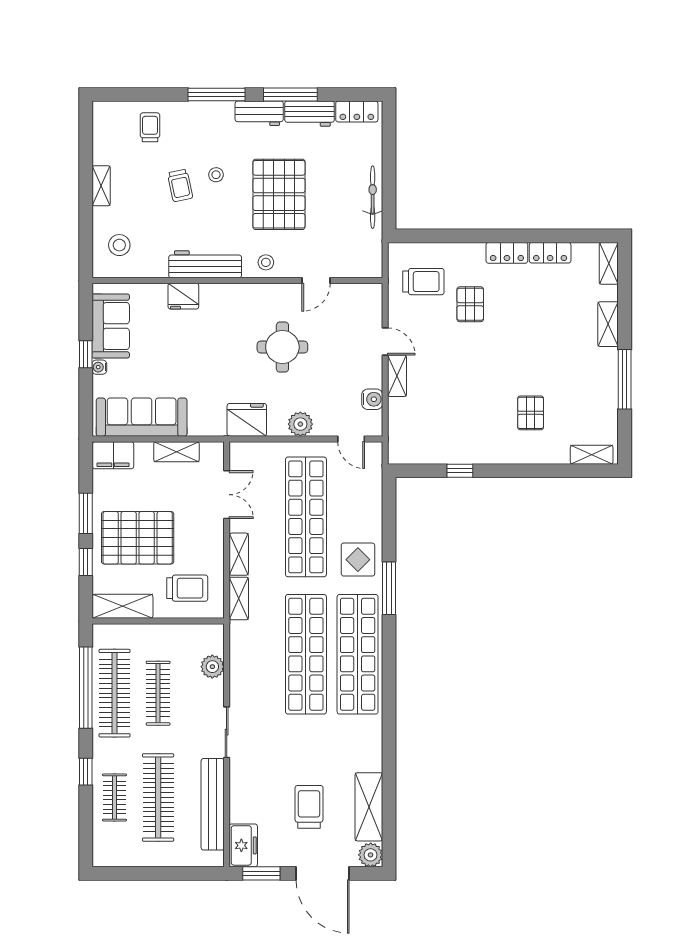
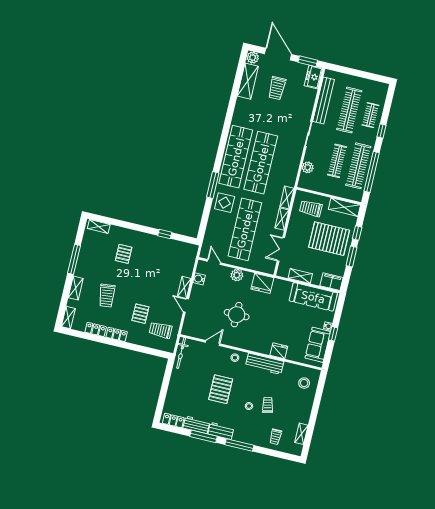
shelving: (101, 186) -> (301, 434), moved
pallet: (279, 194) -> (221, 389), width x0.73, depth x0.71
bicycle: (373, 197) -> (181, 353), moved
trolley: (544, 324) -> (107, 296), added

